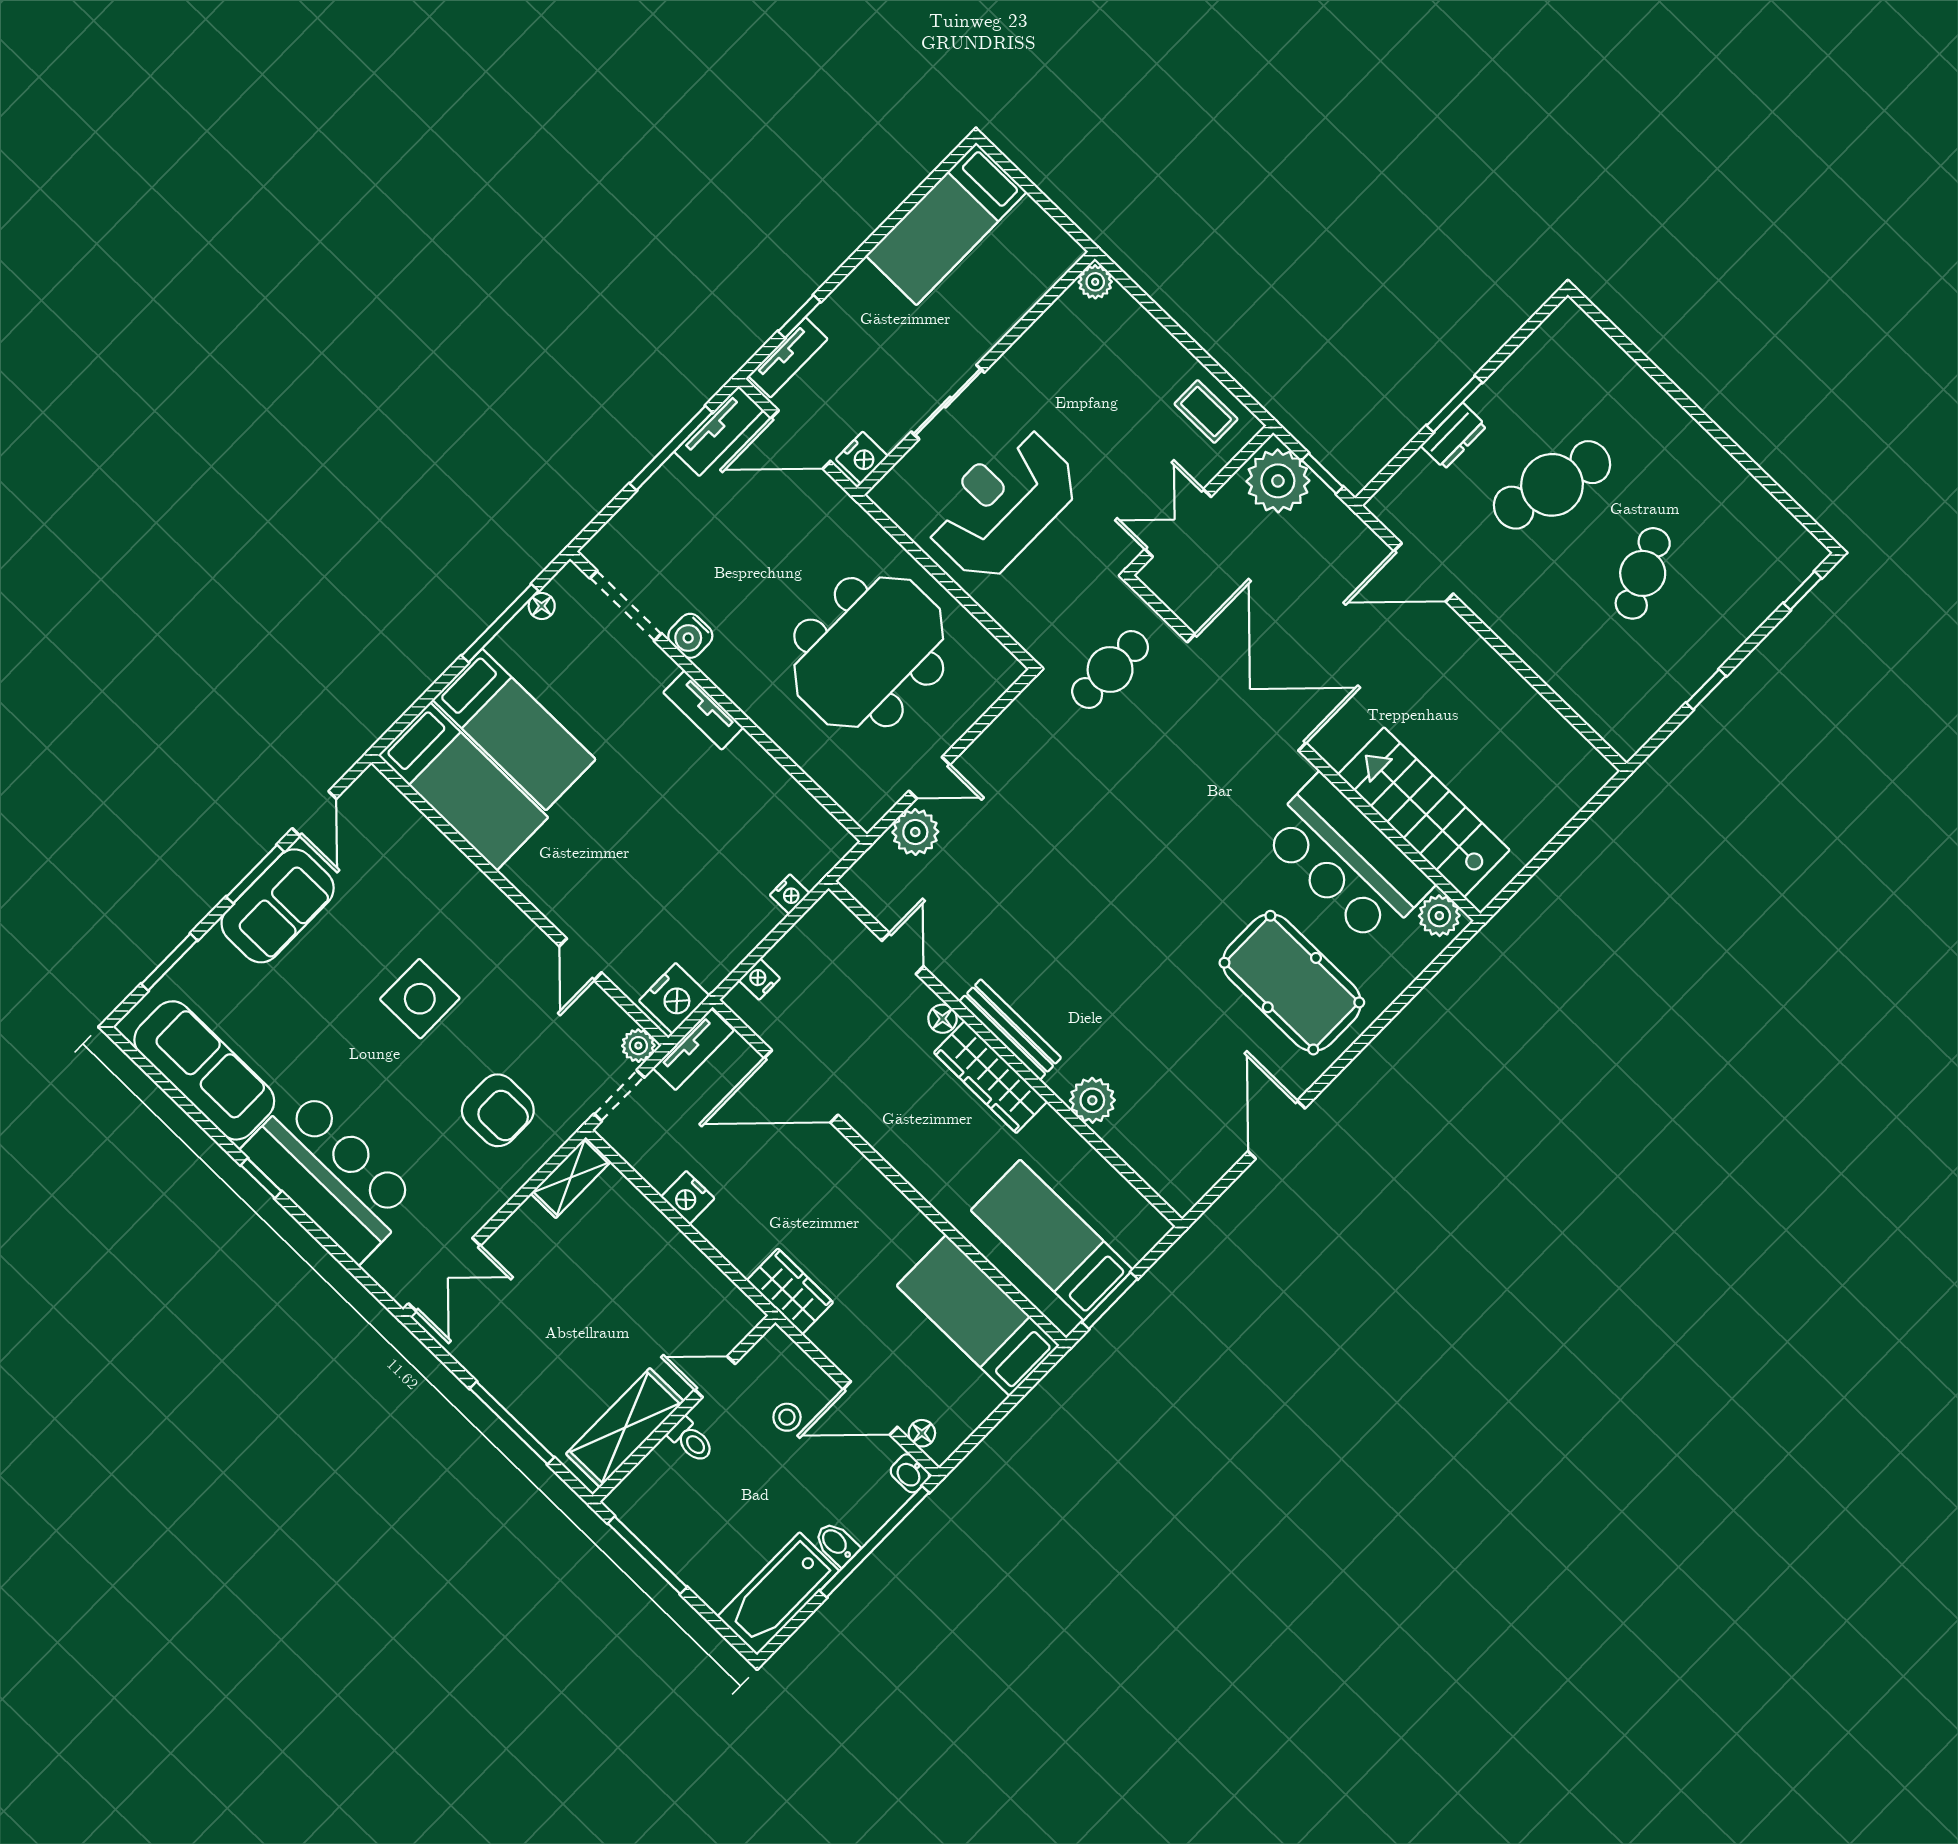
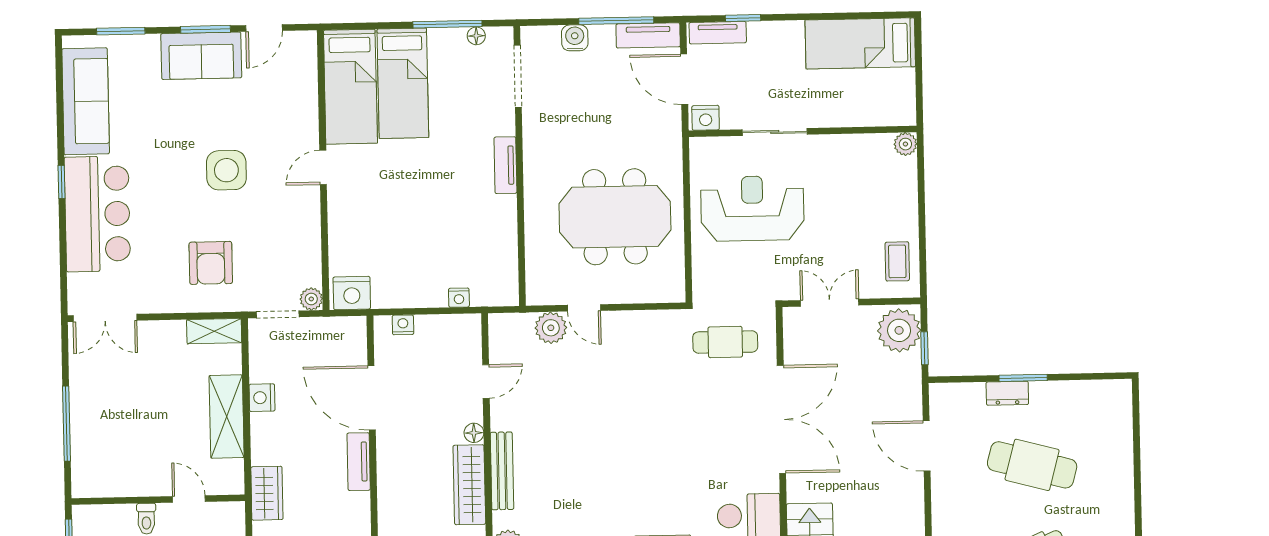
water cooler: (690, 636) -> (575, 38), moved, turned 90
door: (580, 959) -> (323, 167), moved
tv unit: (693, 1049) -> (359, 462), moved, turned 90
shelving: (625, 1428) -> (227, 417), moved, turned 90

